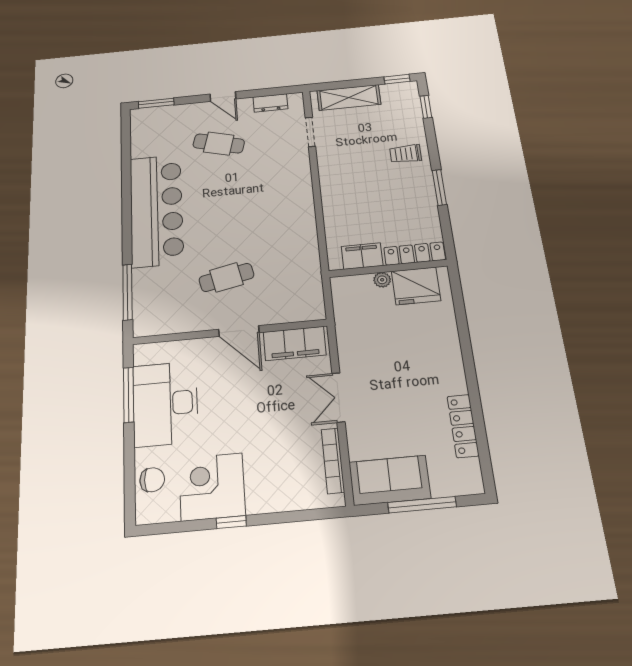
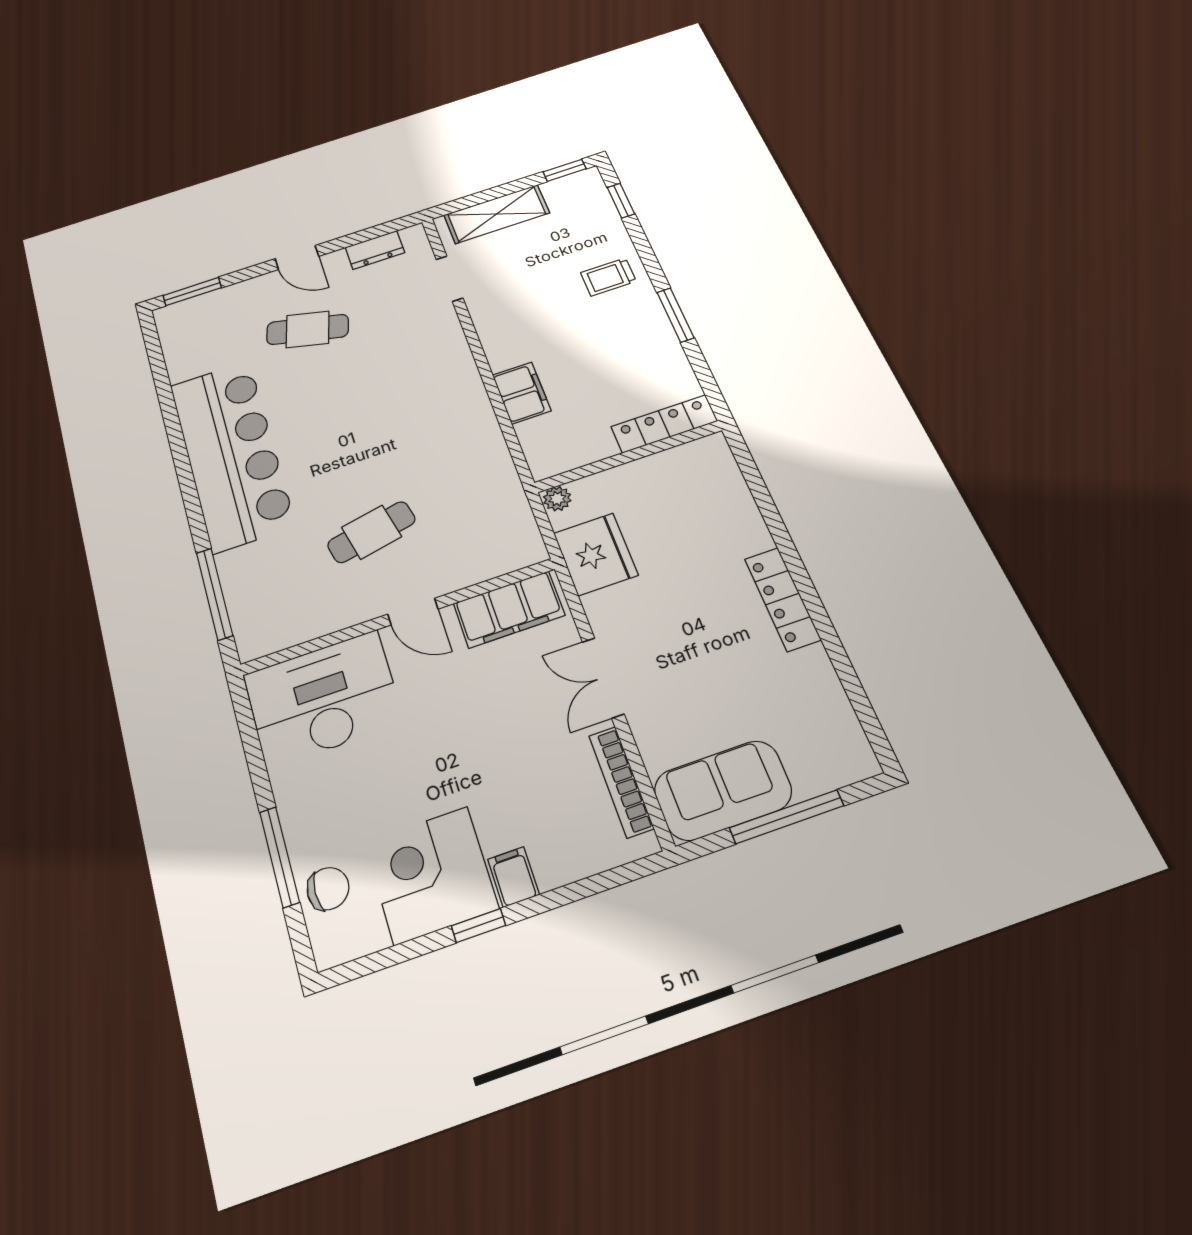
filing cabinet: (362, 256) -> (522, 393), moved, turned 90
plant: (382, 280) -> (557, 499), moved
fridge: (416, 286) -> (596, 554), moved, turned -90
door: (239, 331) -> (413, 612), width x0.73
window: (129, 395) -> (279, 857), moved
desk: (165, 404) -> (323, 698), moved, turned 90
locker: (463, 426) -> (782, 599), moved
filing cabinet: (258, 500) -> (513, 877), added

